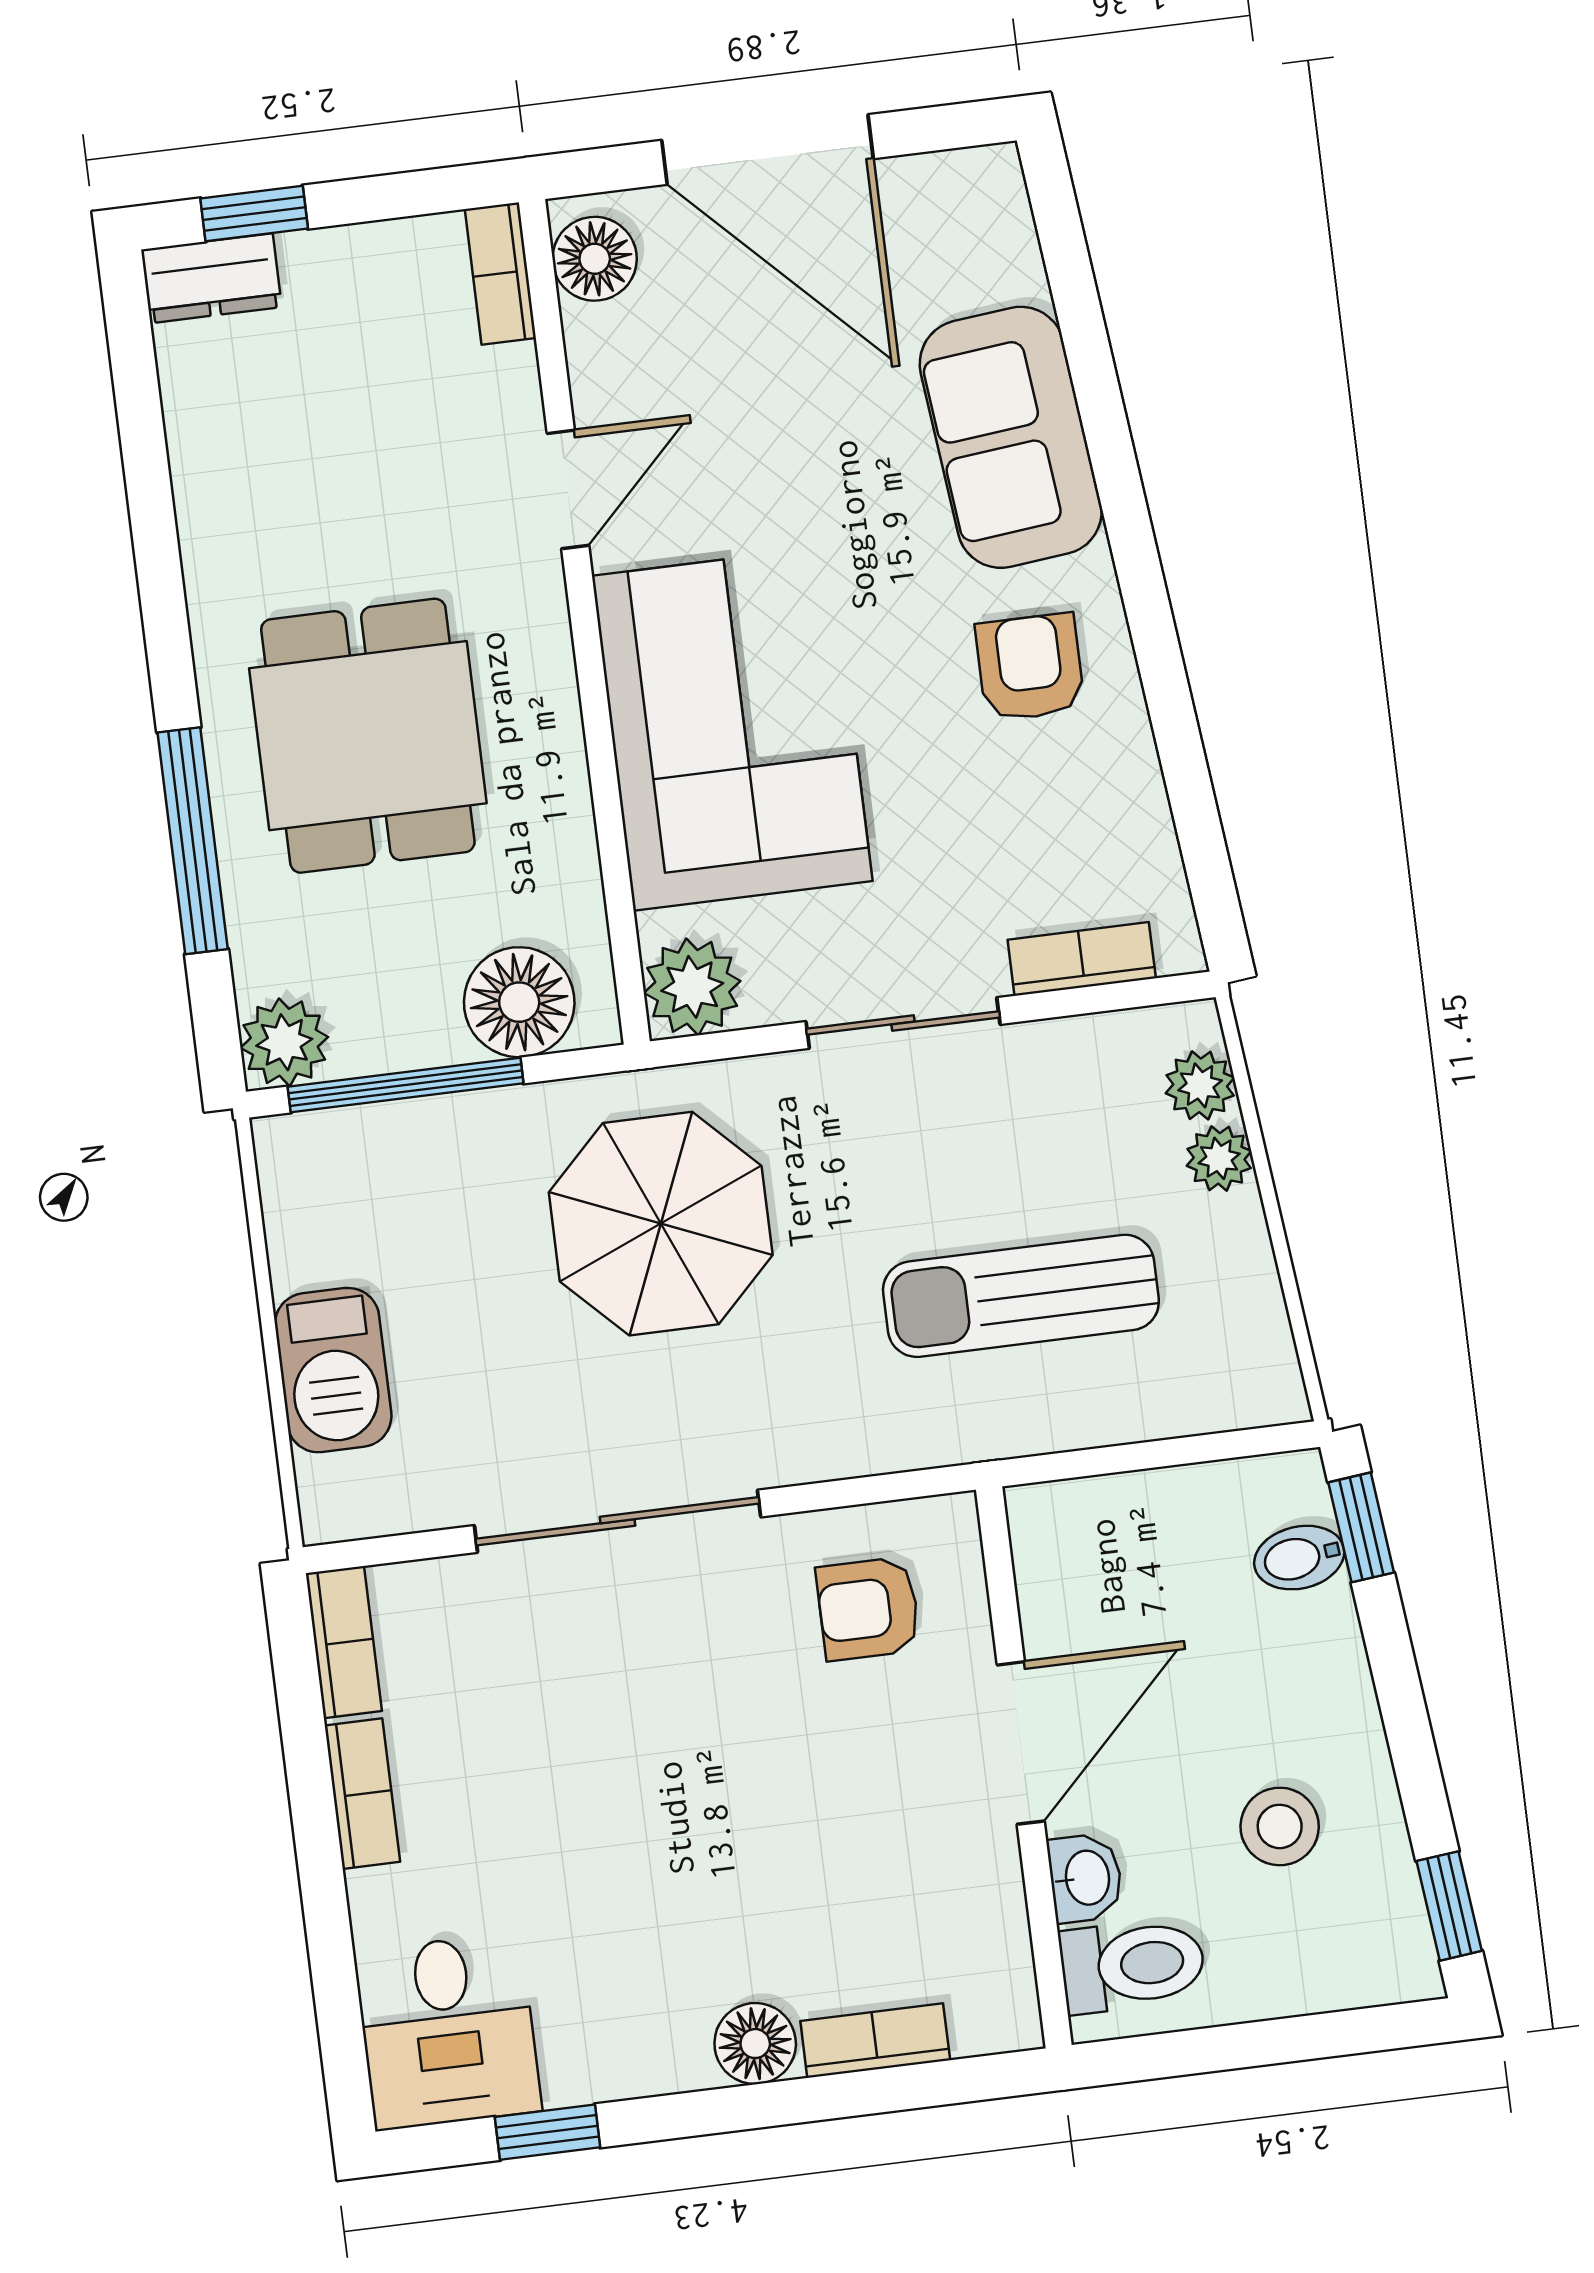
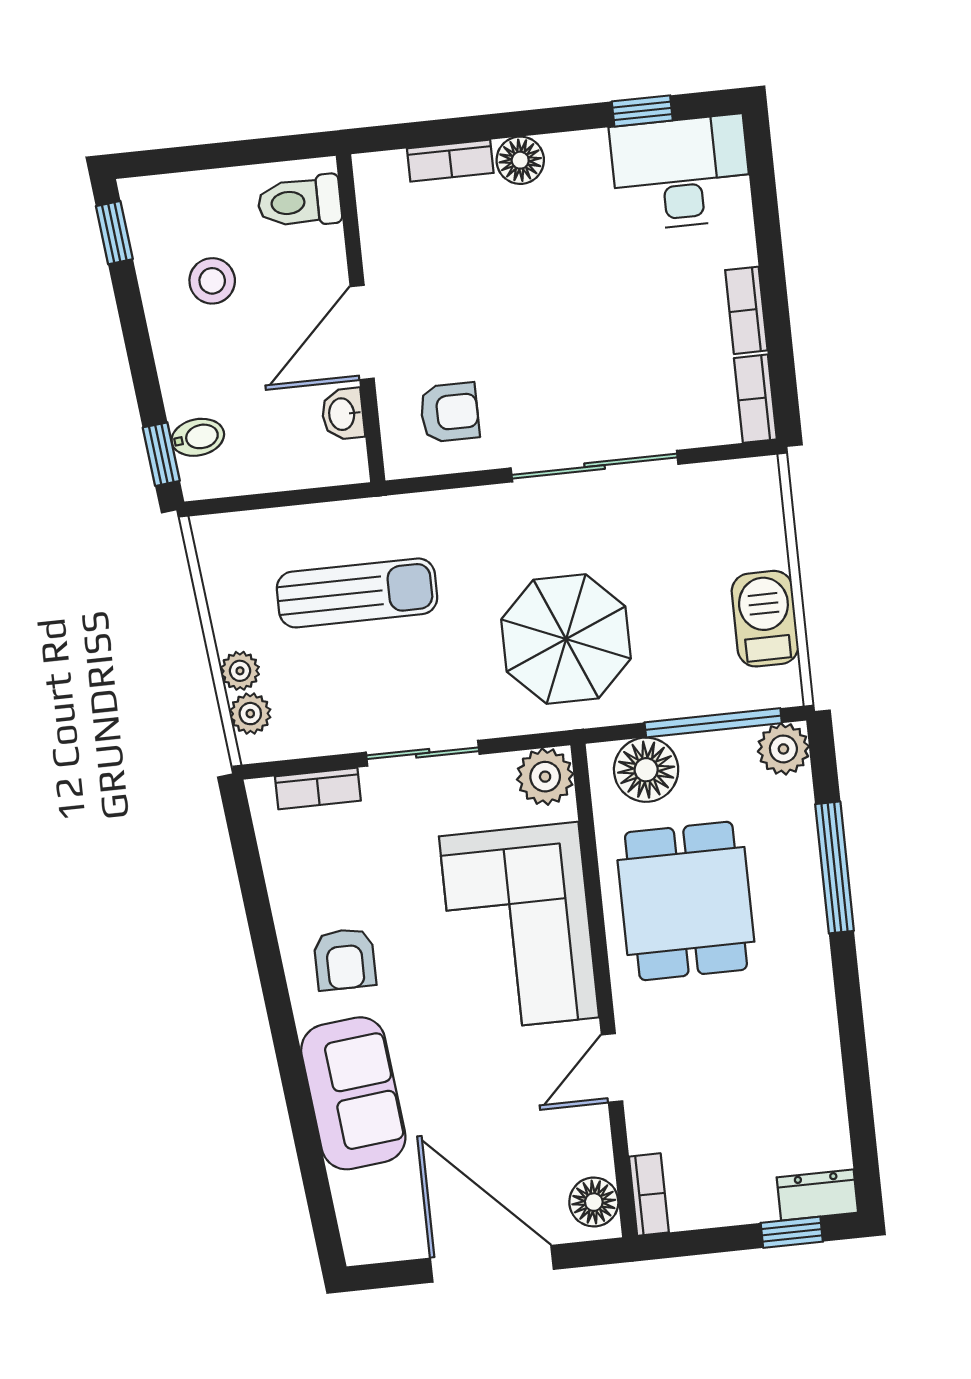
dining table: (368, 736) -> (686, 901), moved
barbecue: (333, 1370) -> (765, 619), moved
washbasin: (1085, 1878) -> (343, 414), moved
desk: (448, 2031) -> (681, 173), width x1.37

